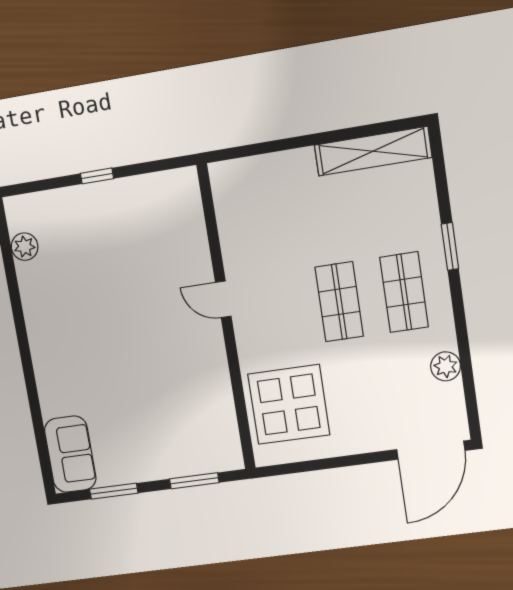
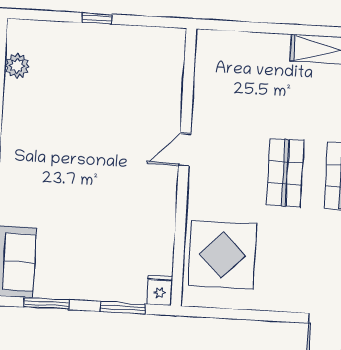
door: (223, 299) -> (185, 150), hinge flipped
fridge: (229, 455) -> (160, 290), added

